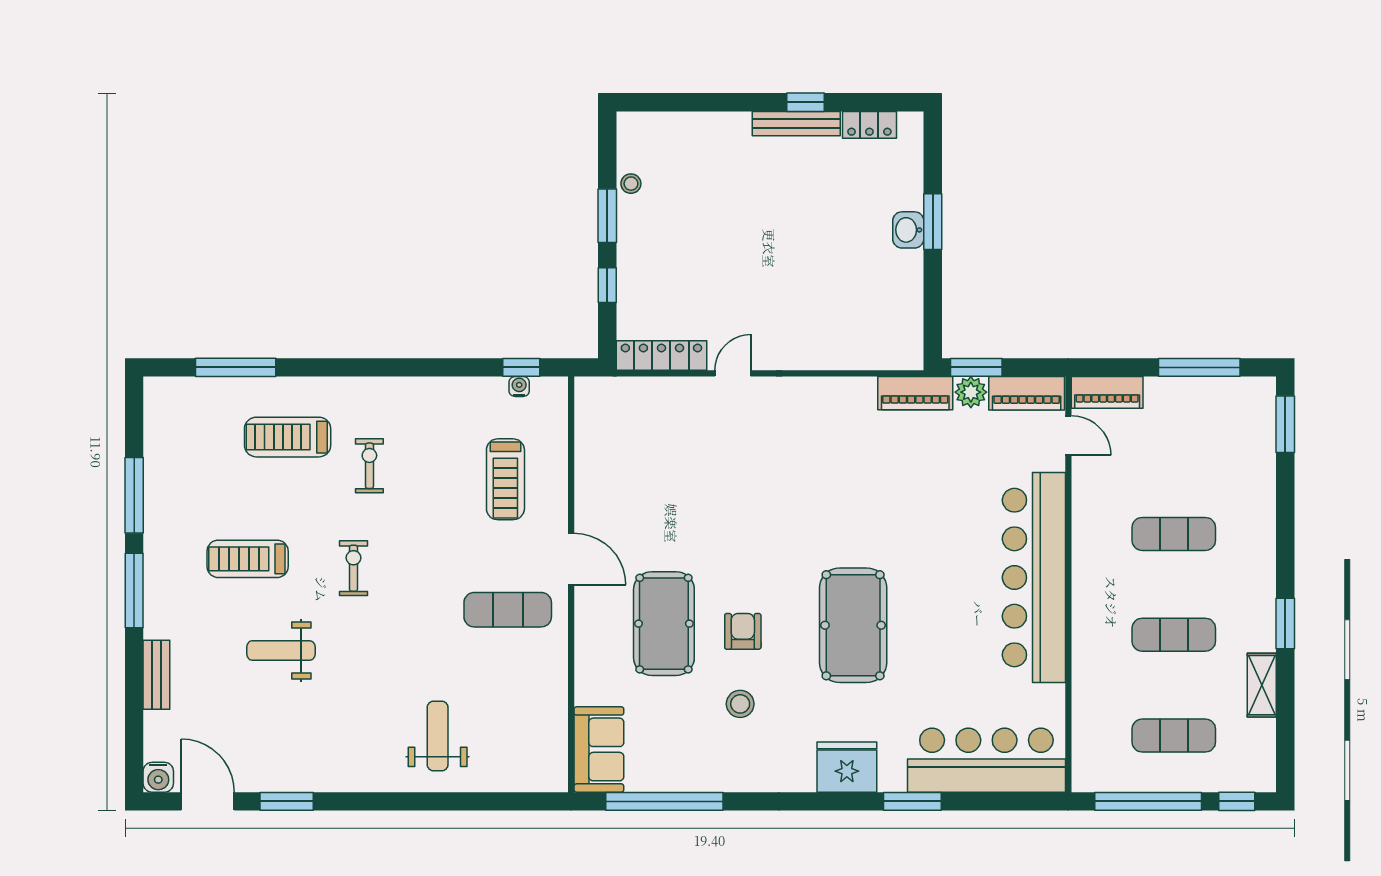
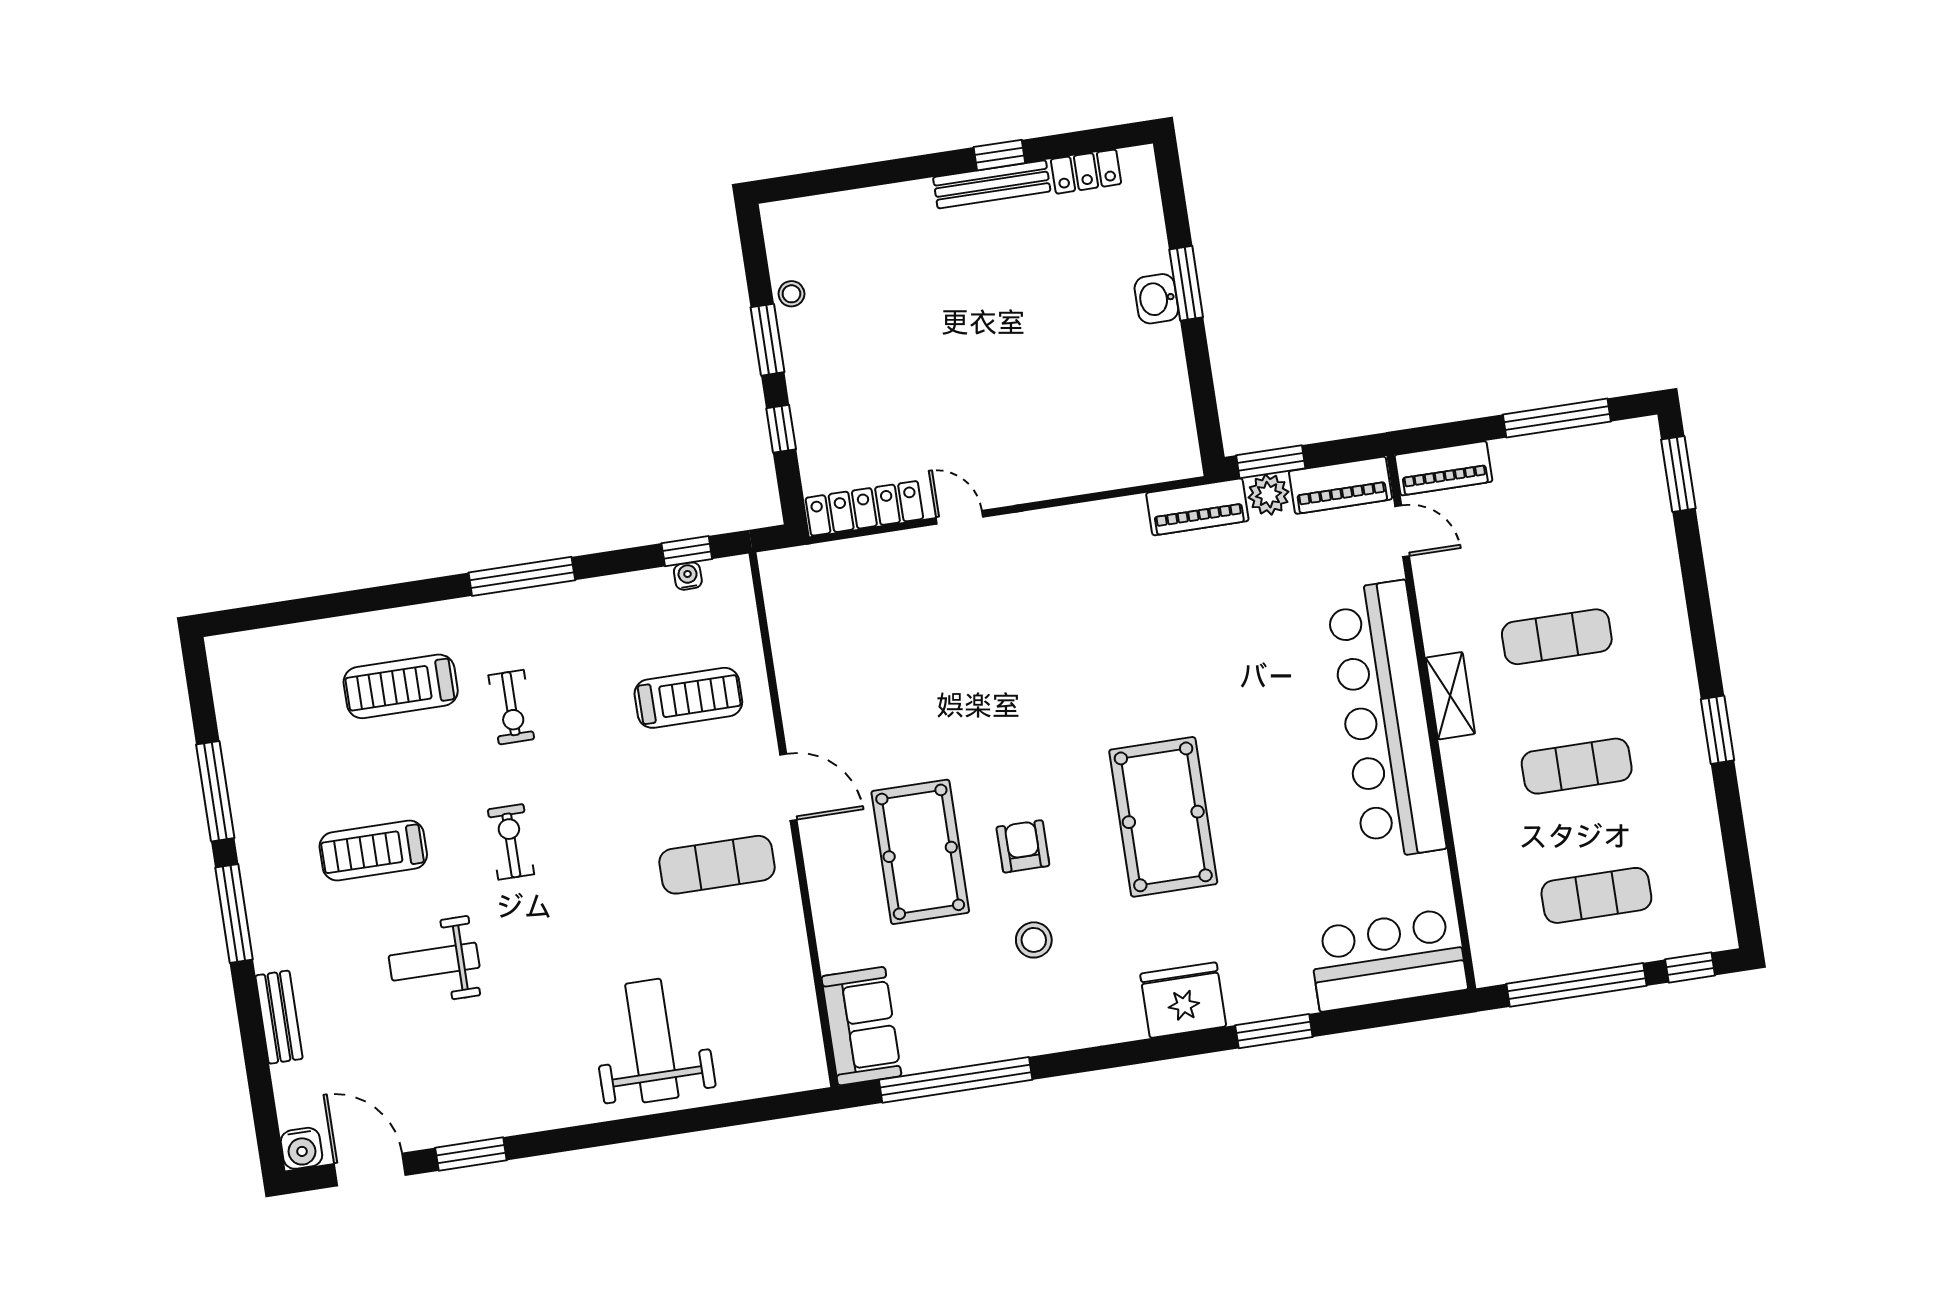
window: (236, 367) -> (522, 576), moved
door: (733, 373) -> (959, 517), hinge flipped
exercise bike: (369, 466) -> (511, 707), turned 180
treadmill: (505, 479) -> (688, 698), turned -90
shelving: (1262, 685) -> (1450, 696), moved
weight bench: (438, 736) -> (652, 1041), width x1.36, depth x1.33
bar counter: (986, 760) -> (1388, 960), width x0.73

